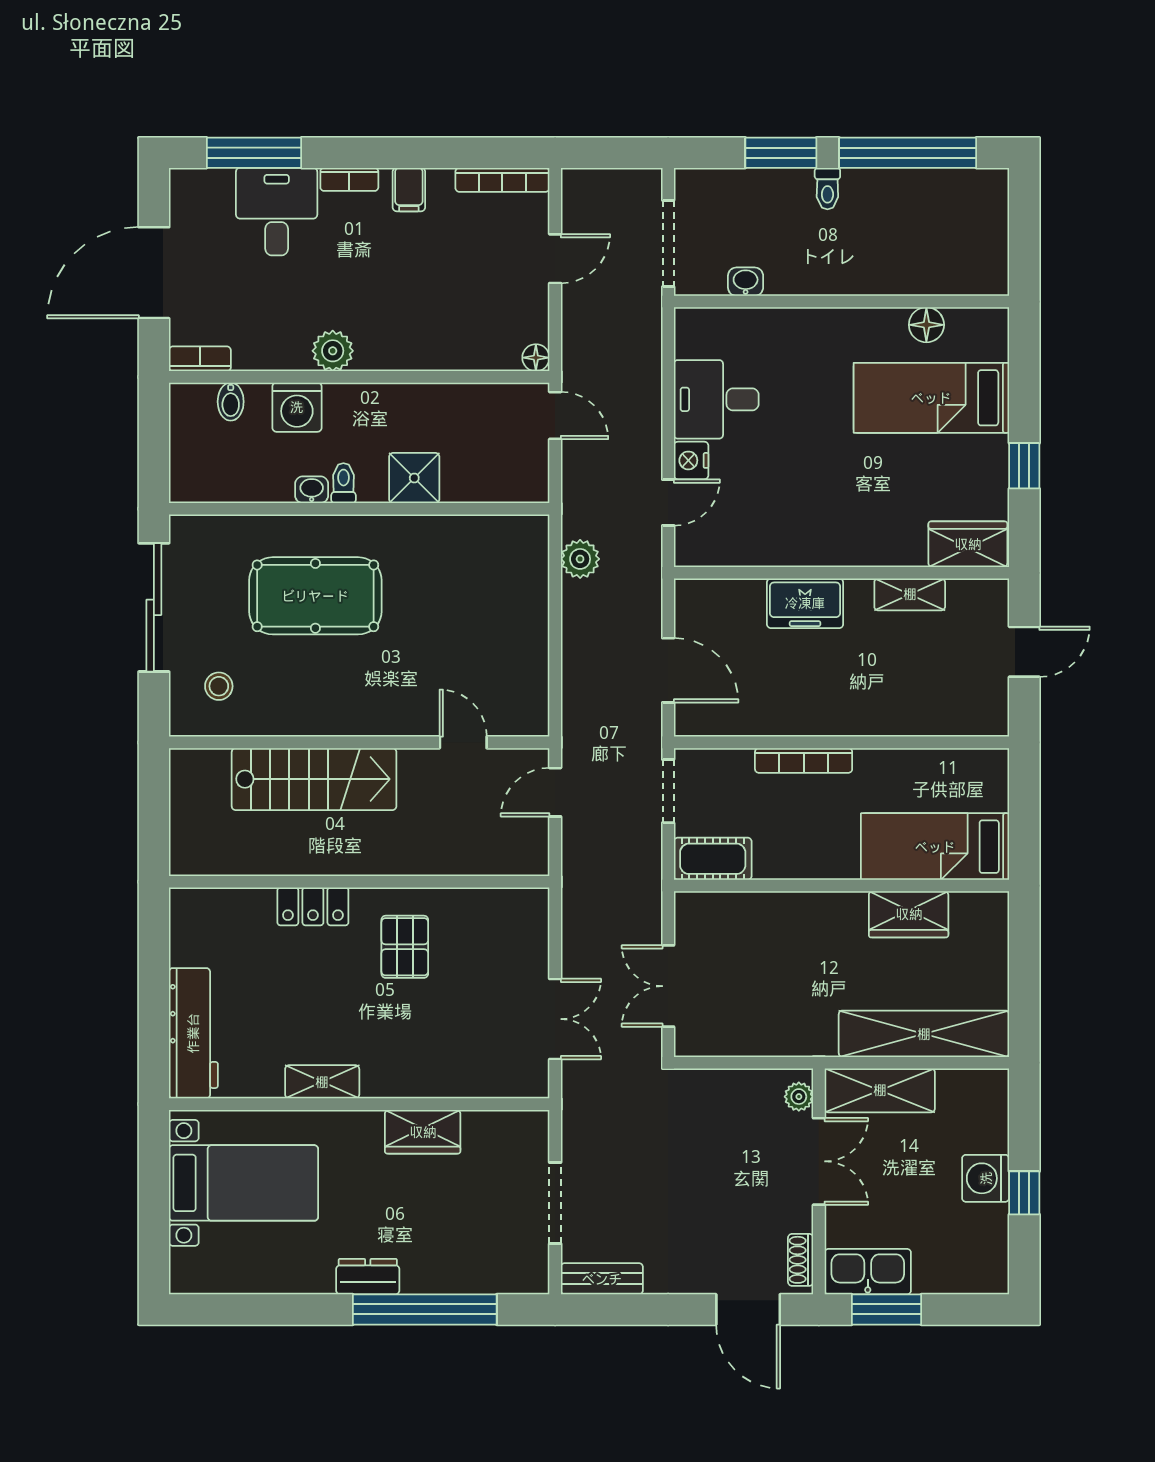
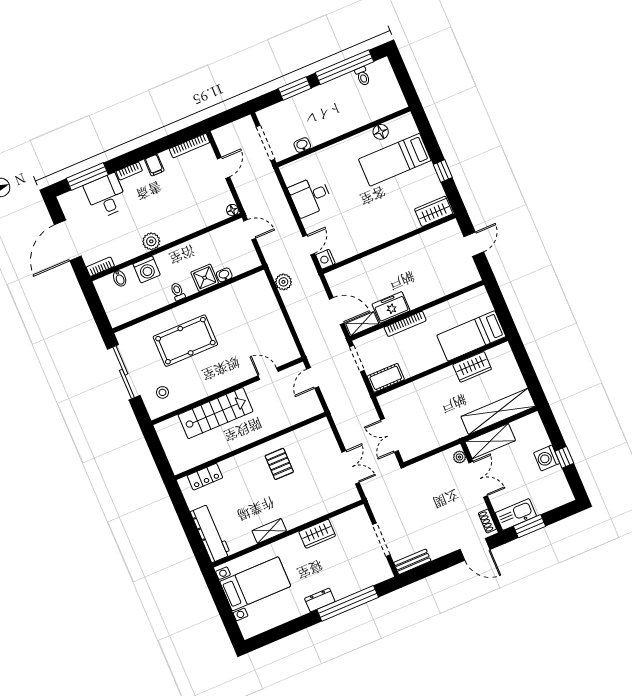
toilet: (827, 189) -> (363, 76), moved
nightstand: (691, 460) -> (325, 259), moved
washbasin: (312, 490) -> (224, 275), moved
shelving: (910, 594) -> (362, 324), moved
freezer: (805, 603) -> (391, 307), moved, turned 180
locker: (313, 906) -> (205, 477), moved

